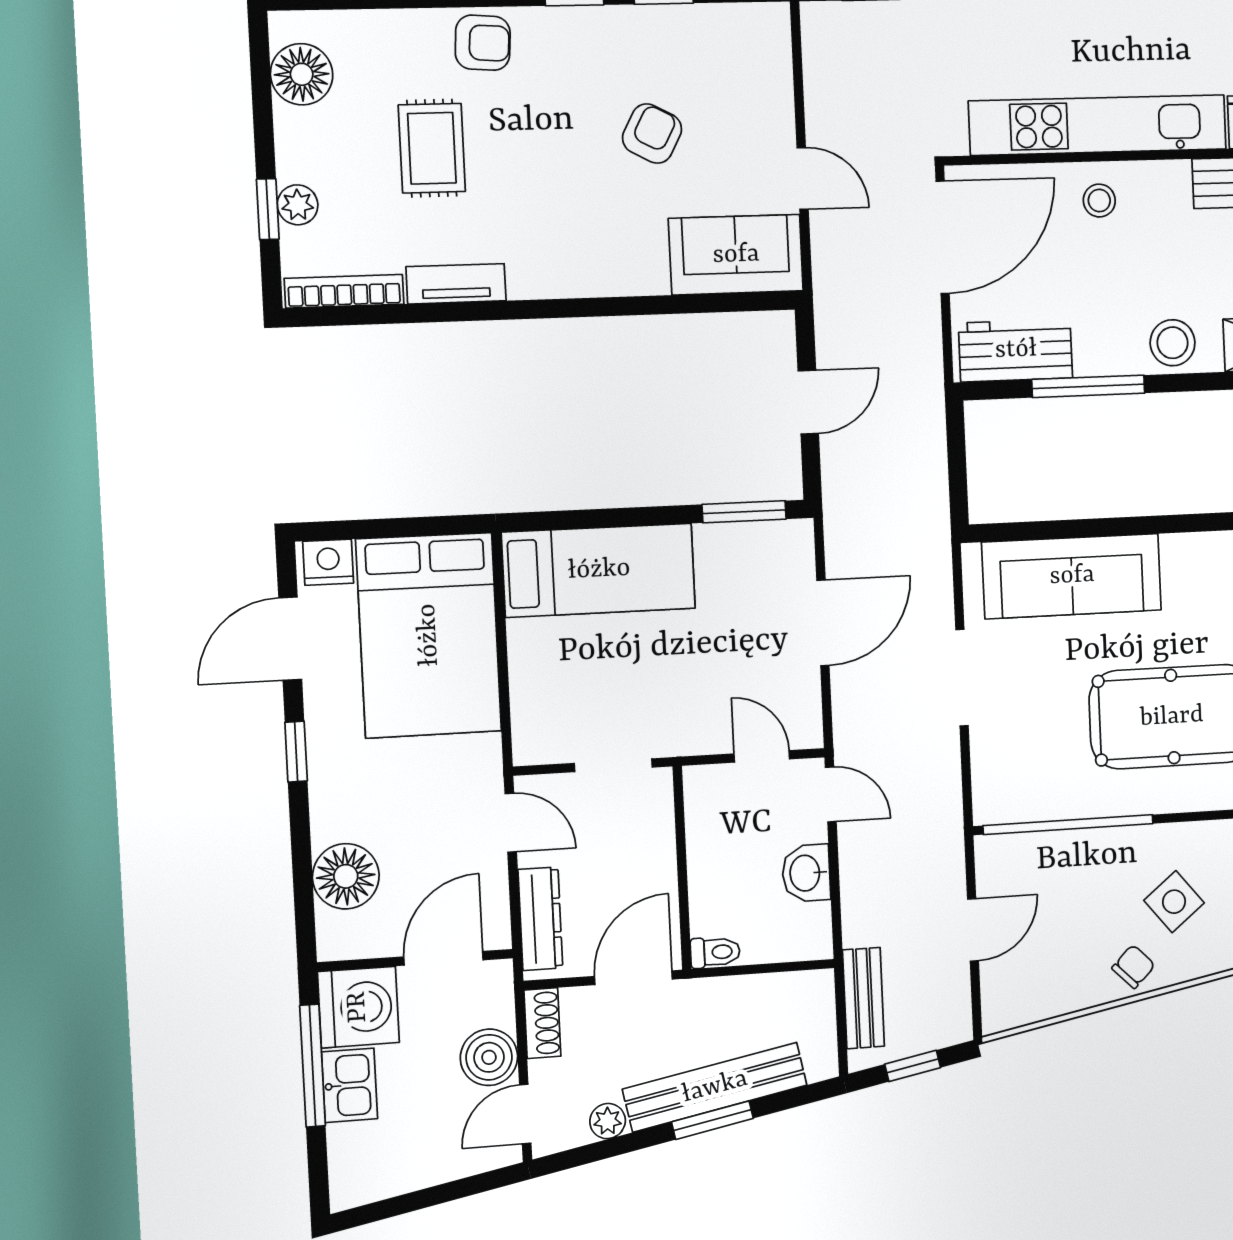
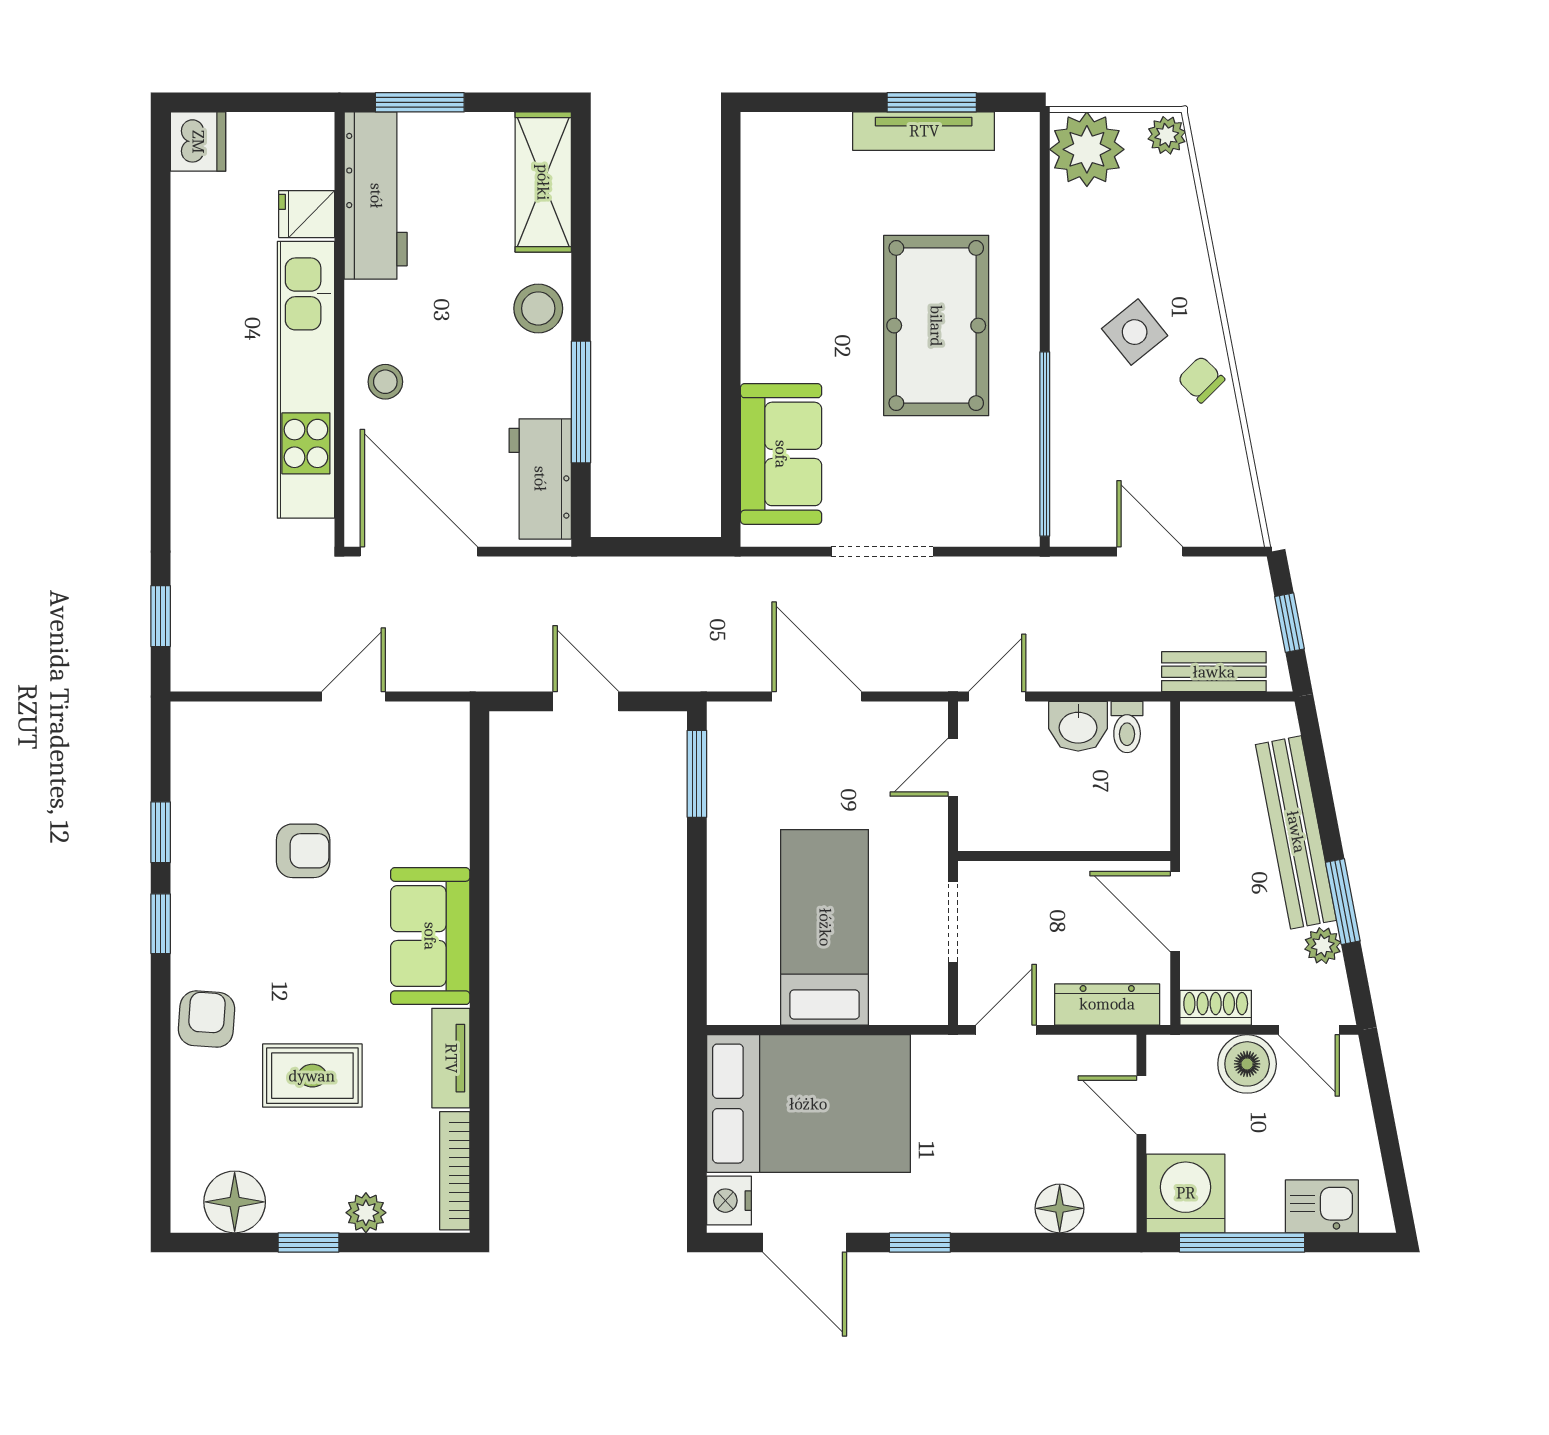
armchair: (652, 134) -> (303, 851), turned 152
window: (268, 209) -> (309, 1242), moved
sofa: (736, 255) -> (430, 936), moved
bed: (599, 570) -> (825, 927), moved
sofa: (1072, 576) -> (781, 454), width x0.73
floor lamp: (346, 876) -> (1060, 1208), width x0.73, depth x0.73
toilet: (715, 952) -> (1127, 727), moved, turned 180
door: (444, 958) -> (1141, 1105), width x0.73
kitchen sink: (350, 1085) -> (1322, 1206), moved
window: (712, 1120) -> (1343, 902), moved

